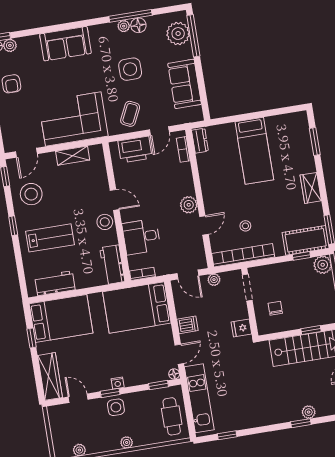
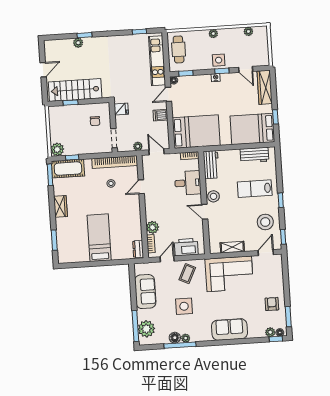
plant: (189, 205) -> (152, 227), moved

